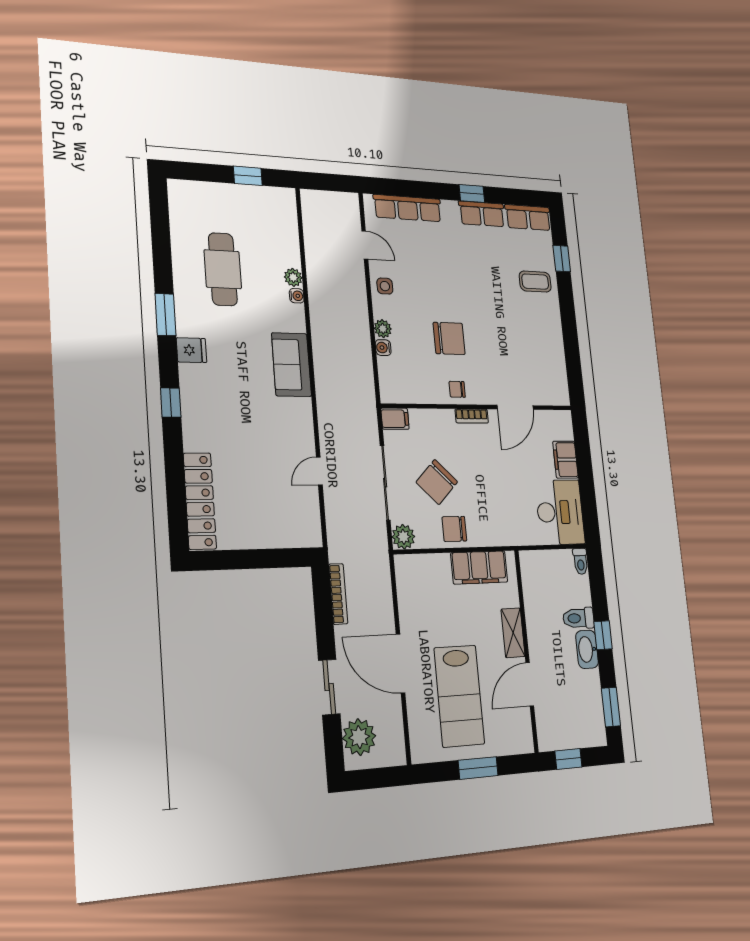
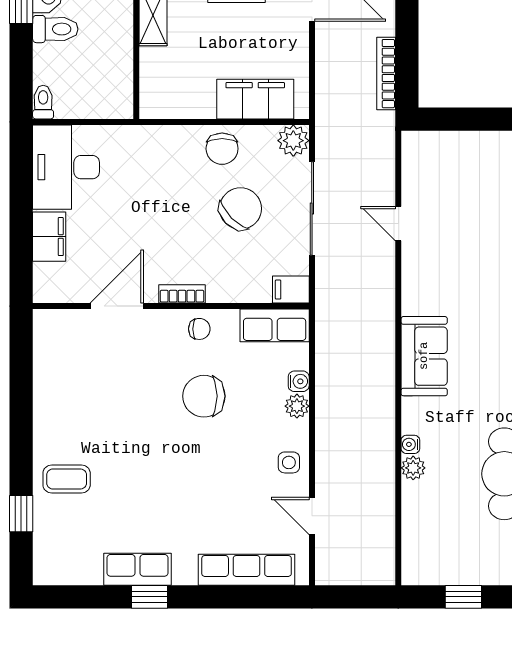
row of seats: (528, 218) -> (275, 325), moved, turned 180
door: (319, 471) -> (398, 224), swing flipped
chair: (454, 529) -> (222, 149), turned 90
filing cabinet: (479, 567) -> (255, 99), moved

